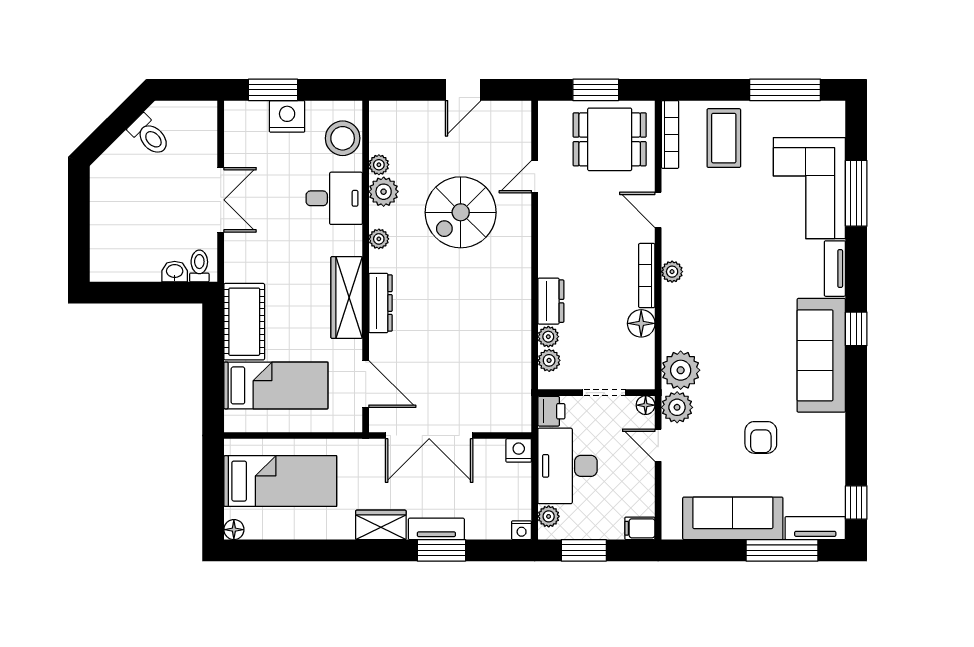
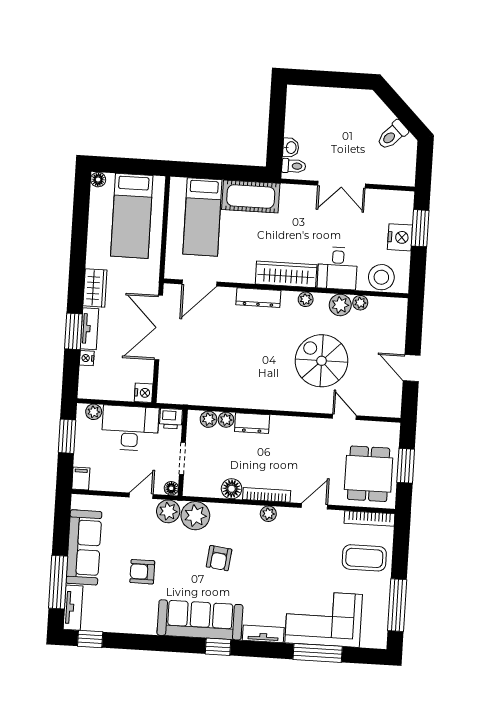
wardrobe: (347, 298) -> (286, 274), moved
armchair: (736, 335) -> (219, 558), added
nightstand: (522, 530) -> (87, 358), moved

